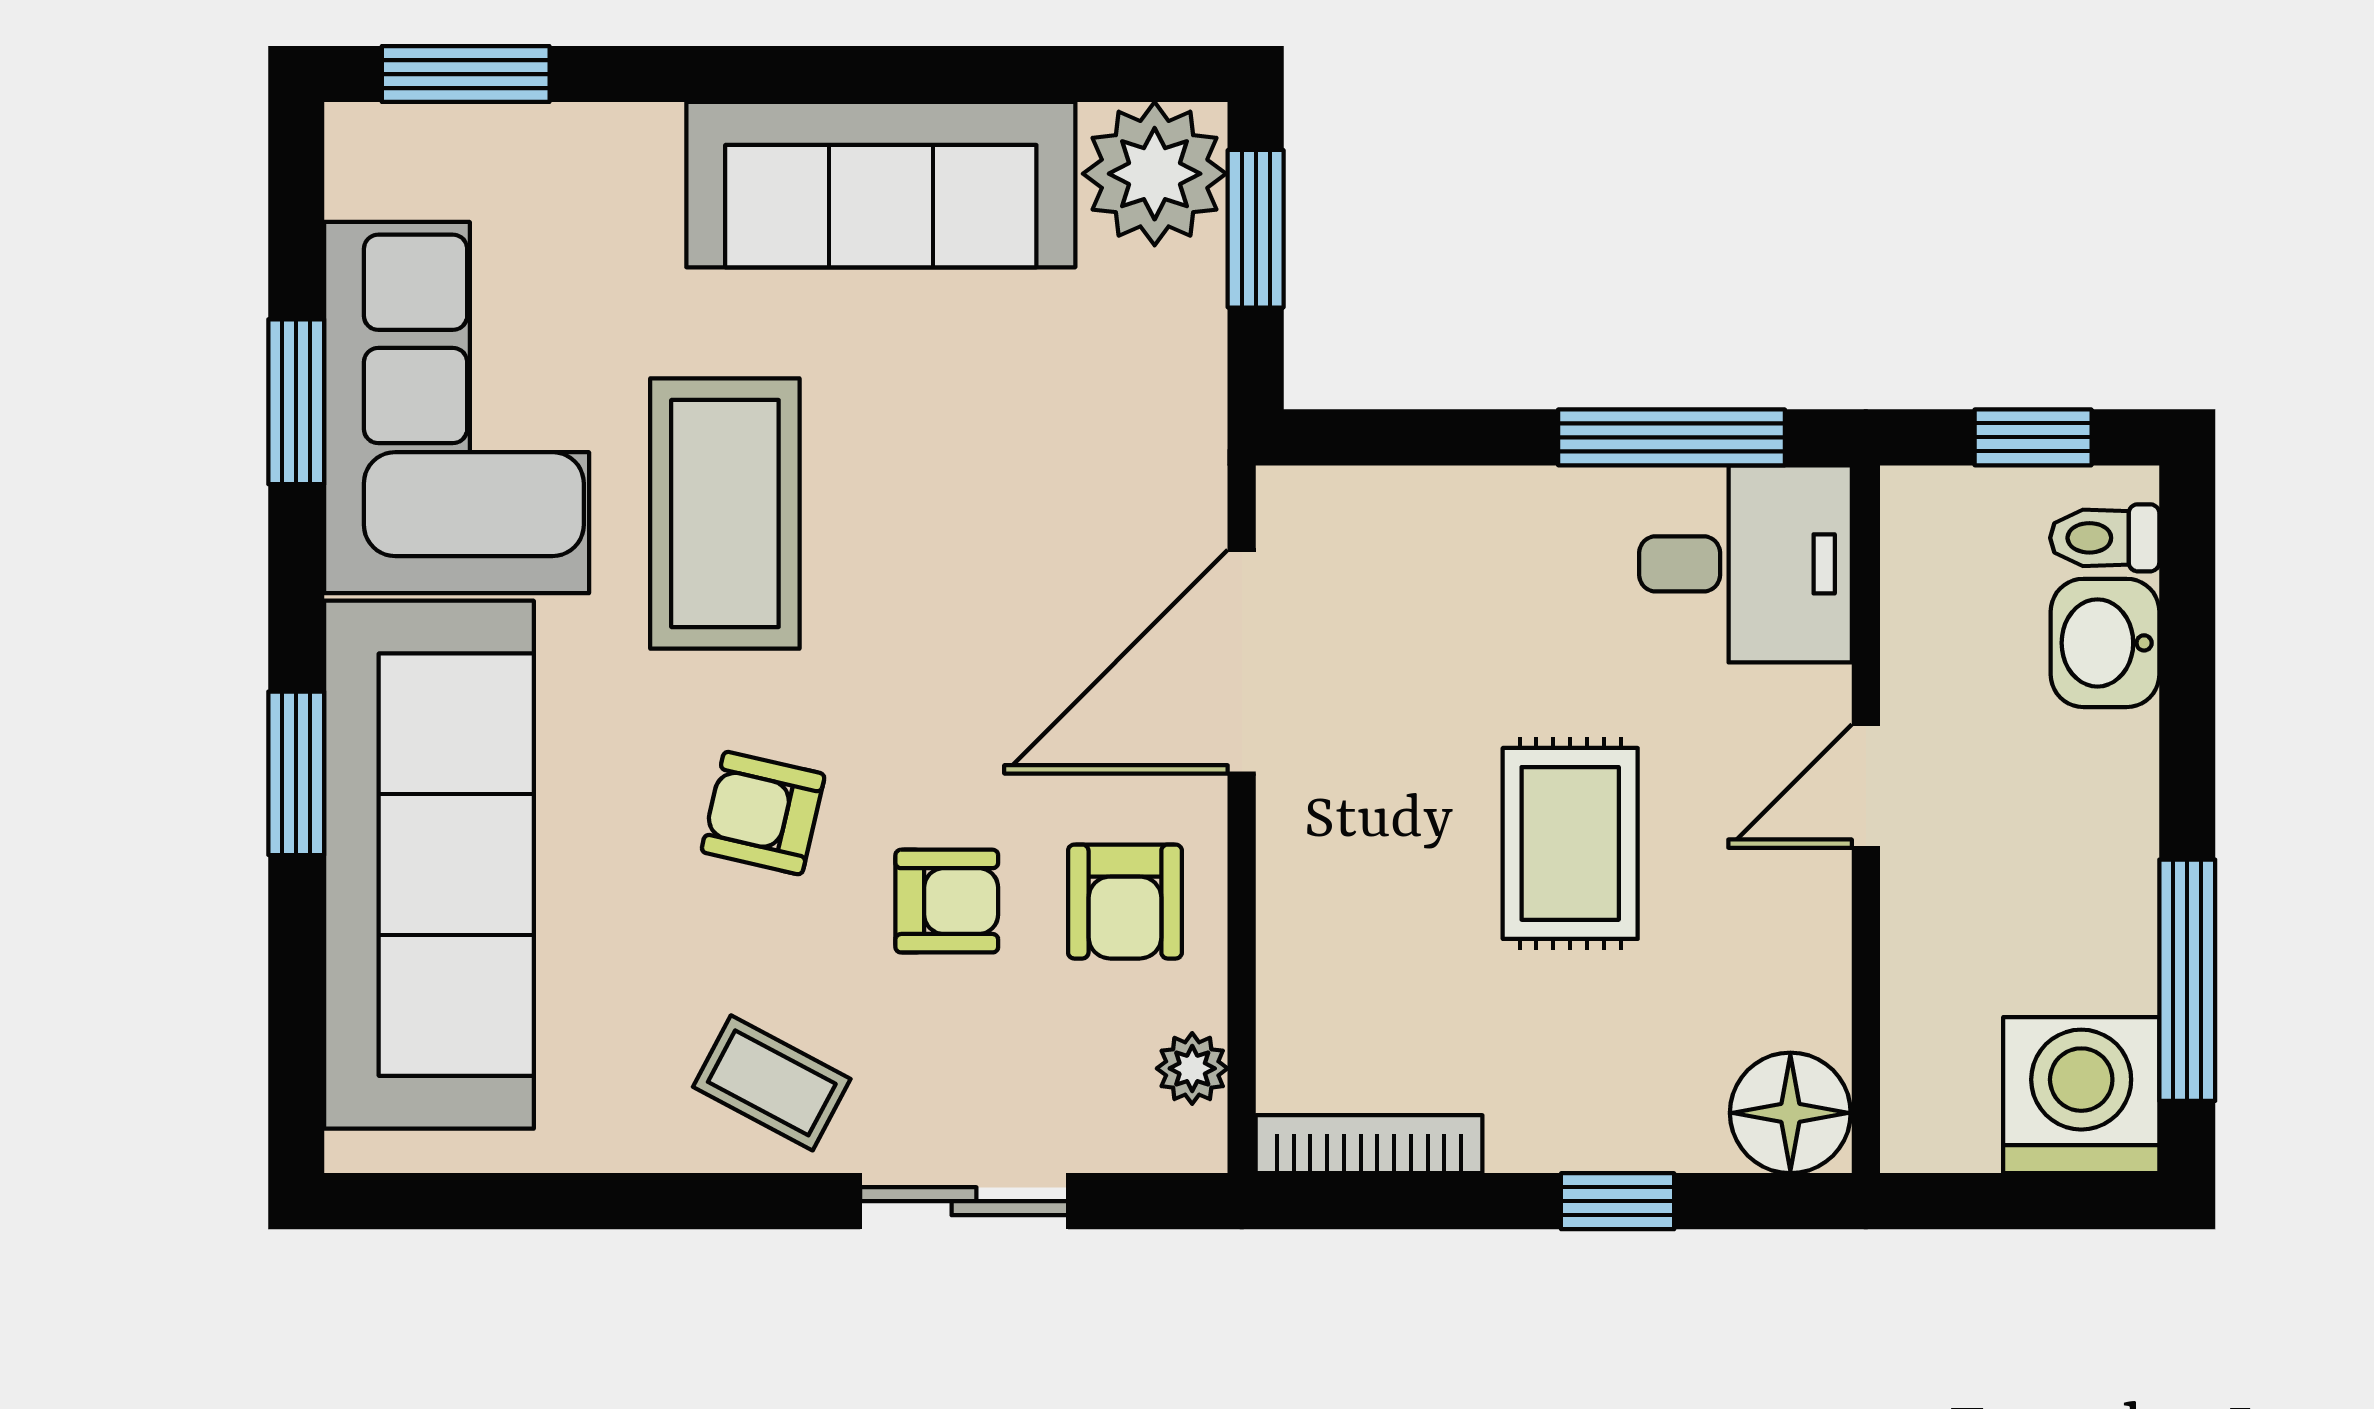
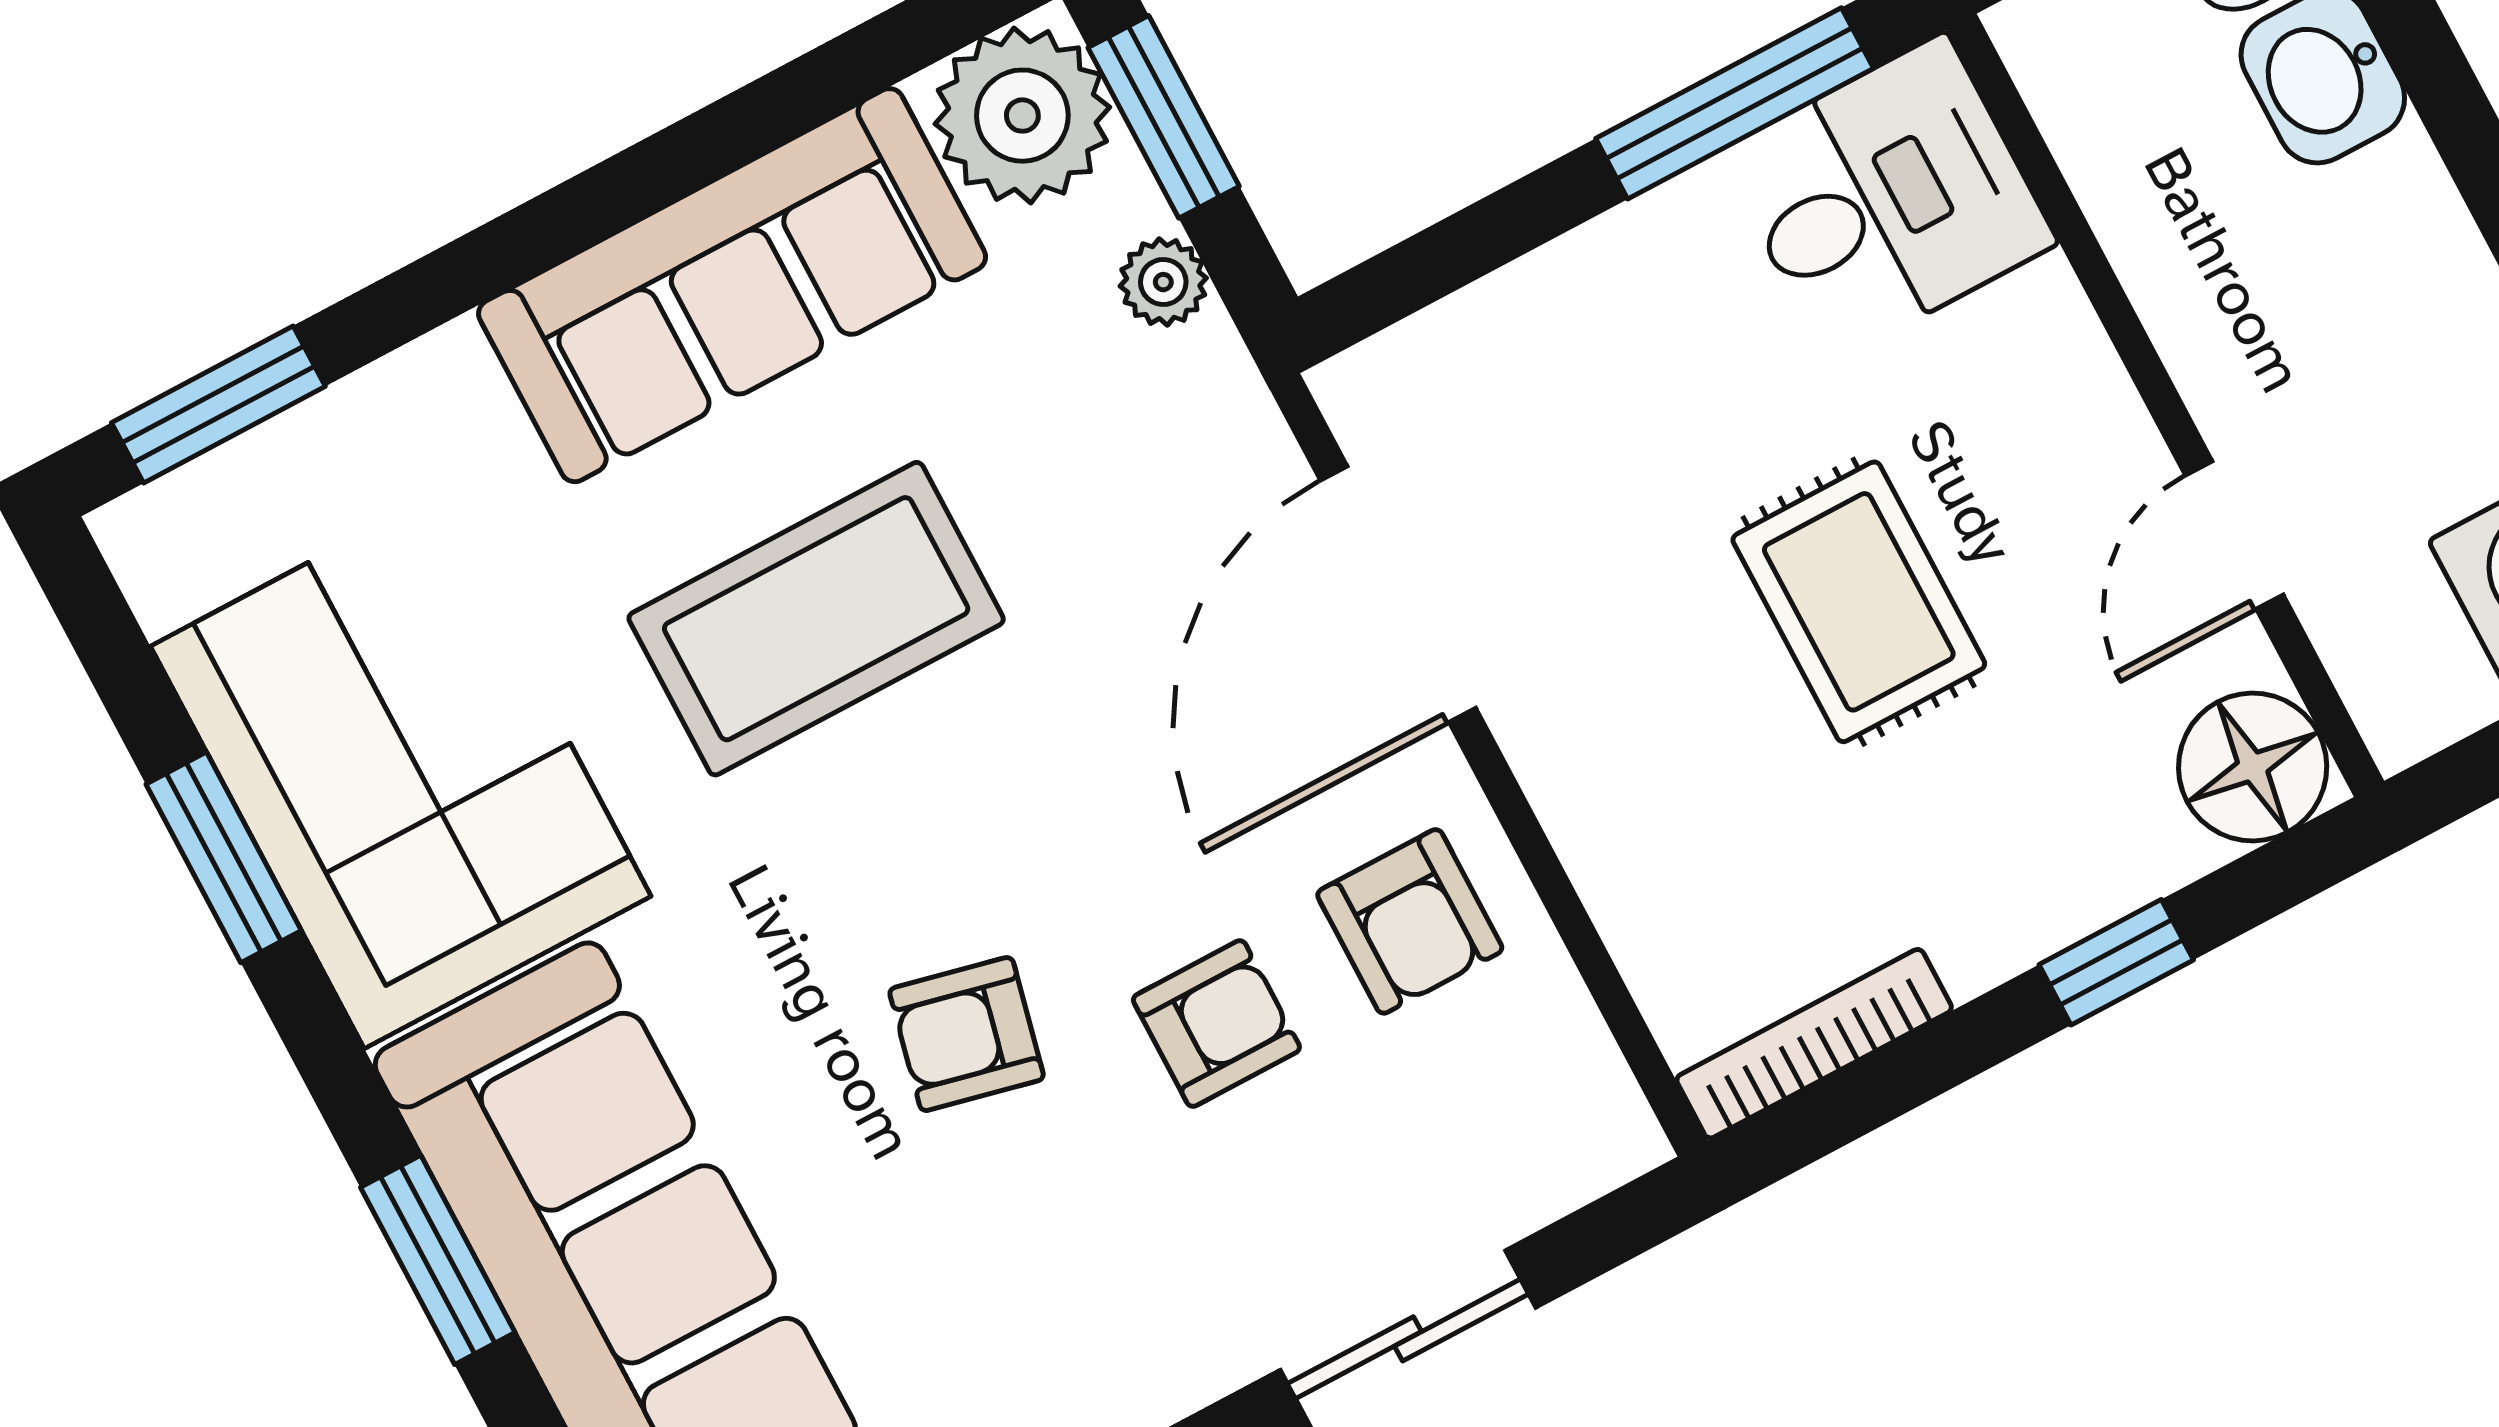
coffee table: (725, 513) -> (816, 619), moved, turned 90
door: (1866, 786) -> (2234, 535), moved
plant: (1192, 1068) -> (1163, 282), moved
coffee table: (772, 1083) -> (1132, 1321), removed

